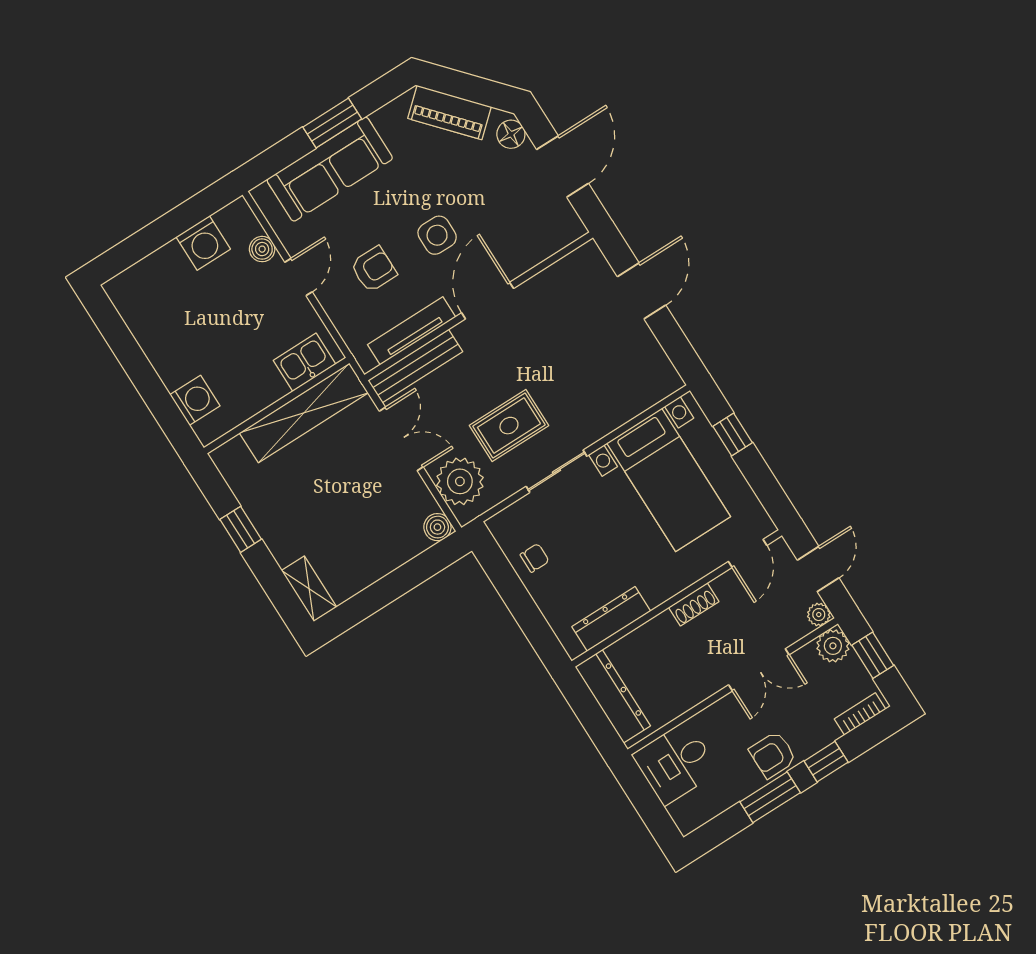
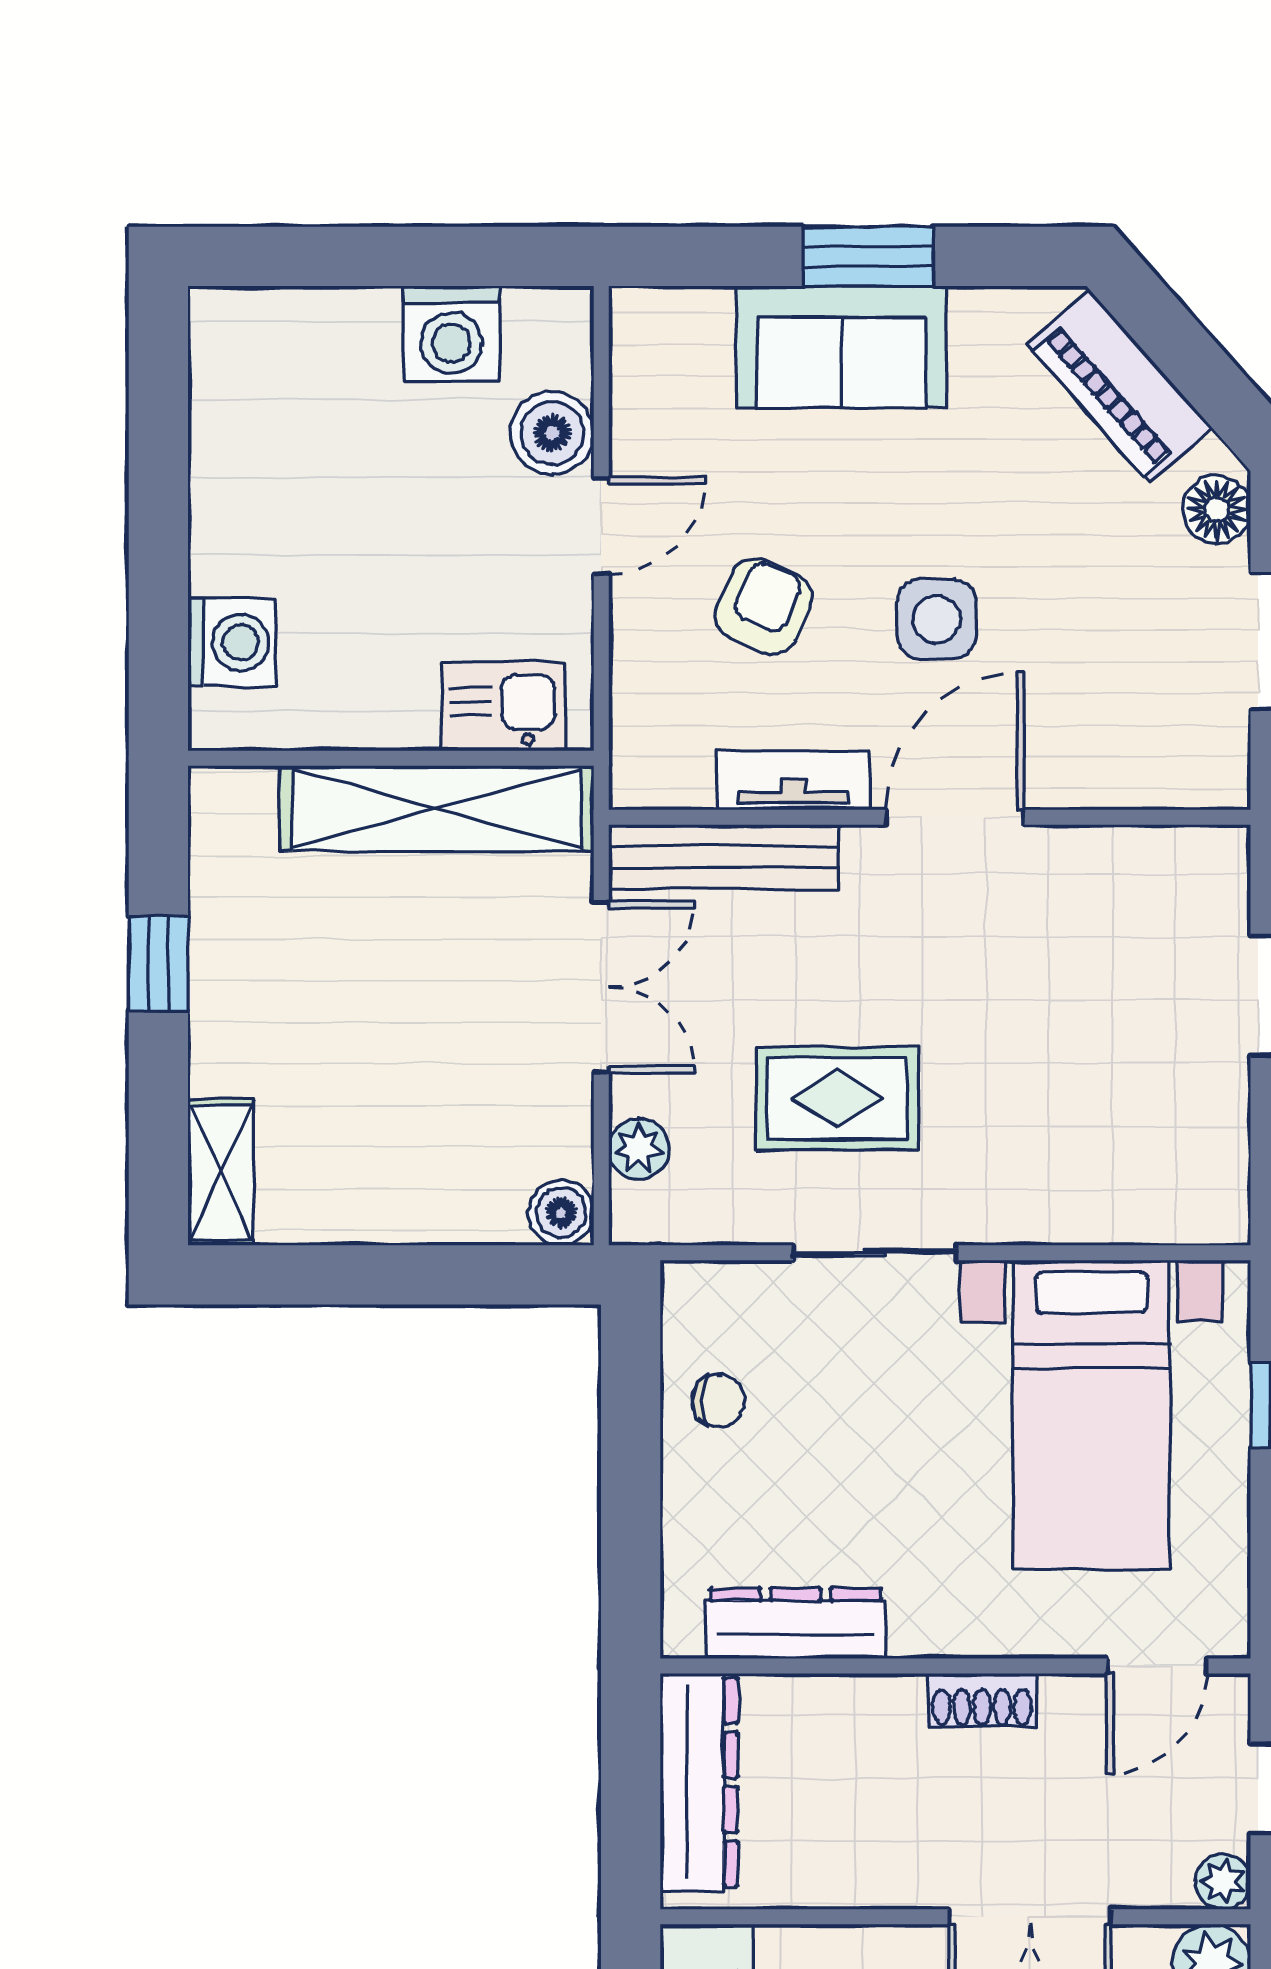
sofa: (330, 169) -> (842, 347), width x0.73
boiler: (262, 249) -> (552, 433), width x1.36, depth x1.36
armchair: (374, 269) -> (764, 606), turned -66
tv unit: (412, 331) -> (793, 781), width x0.71
plant: (460, 481) -> (639, 1149), width x0.53, depth x0.53

